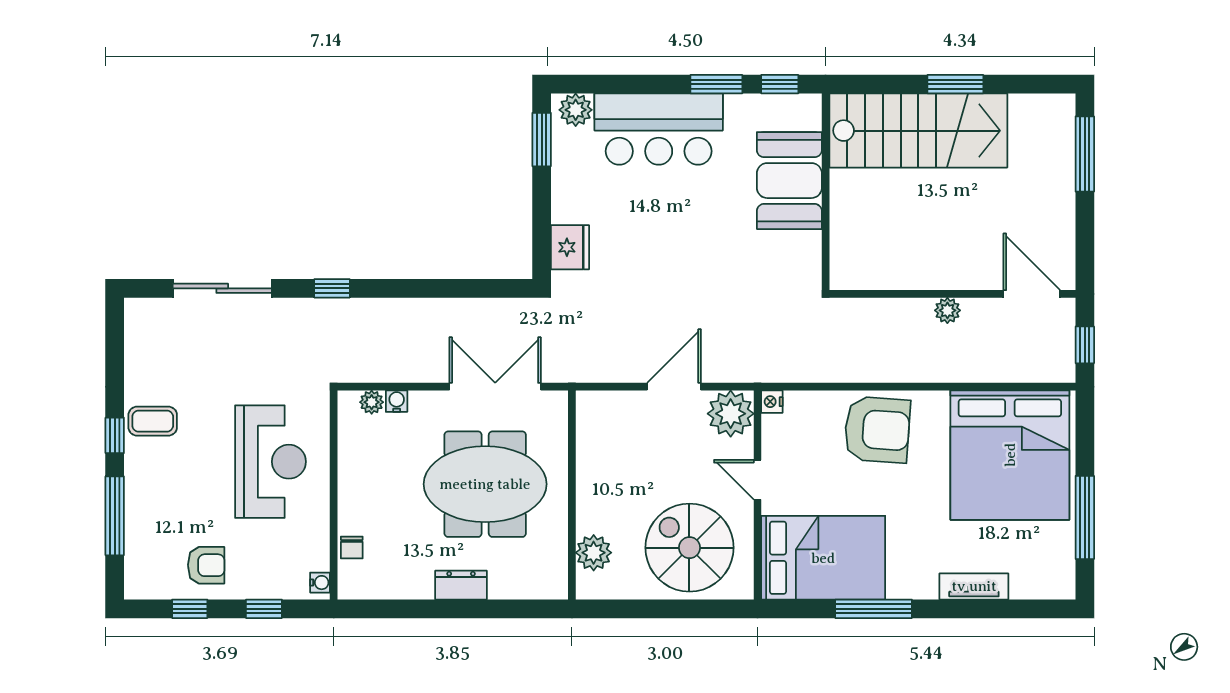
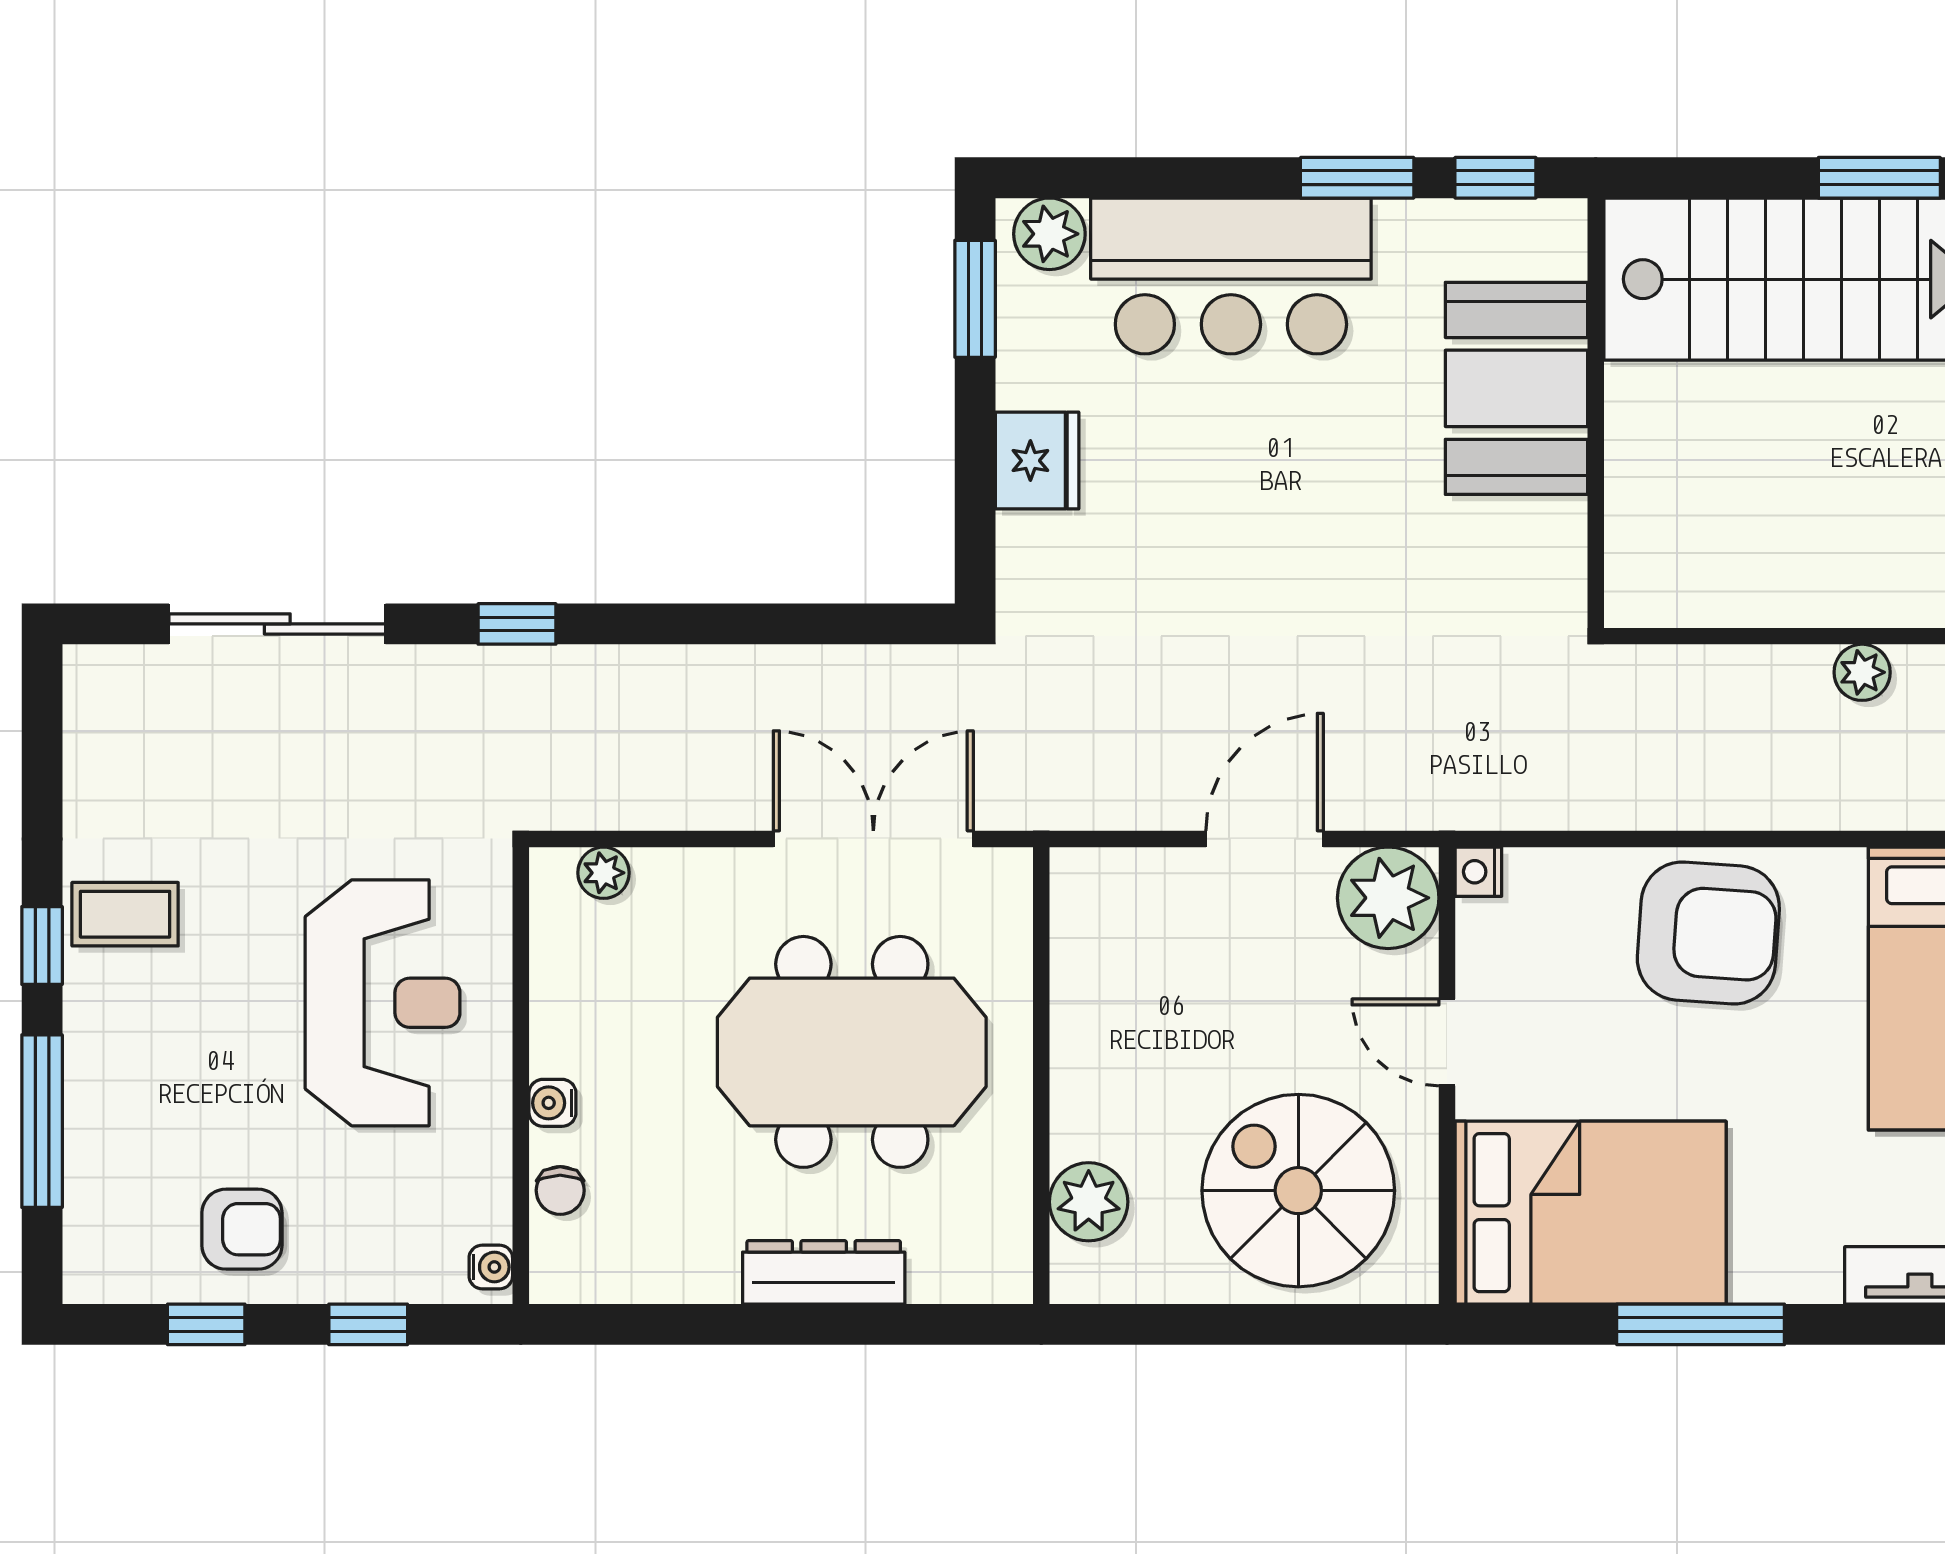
fridge: (570, 247) -> (1037, 461), moved
water cooler: (397, 401) -> (552, 1103), moved, turned -90
dresser: (461, 585) -> (824, 1272), width x1.44

